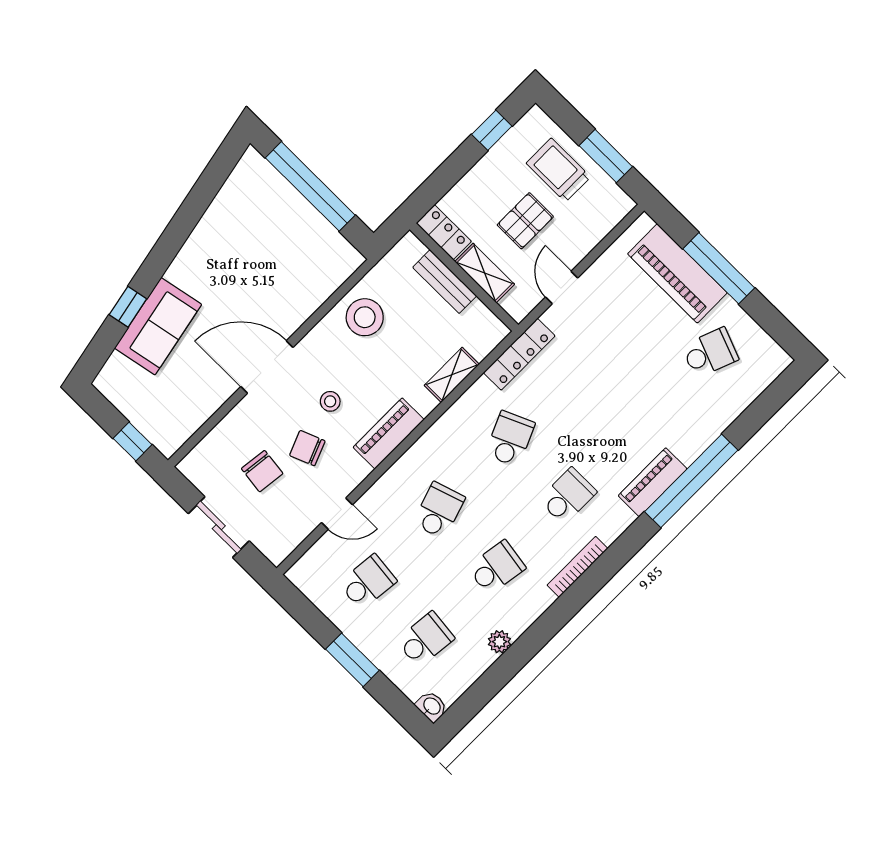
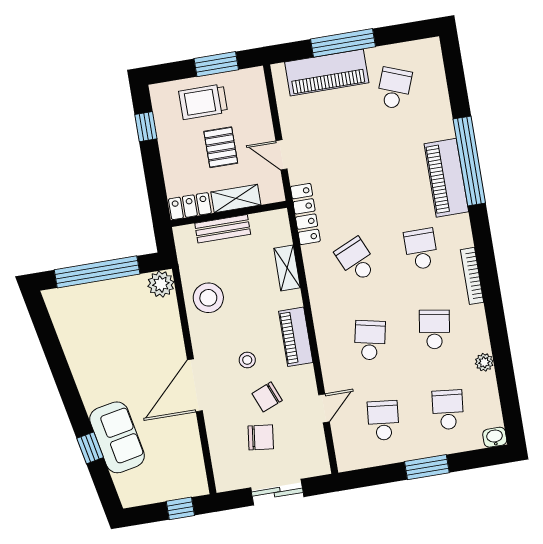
plant: (344, 259) -> (161, 284), added
piano: (653, 482) -> (446, 178), width x1.37, depth x1.33
school desk: (439, 510) -> (370, 340), turned 30

